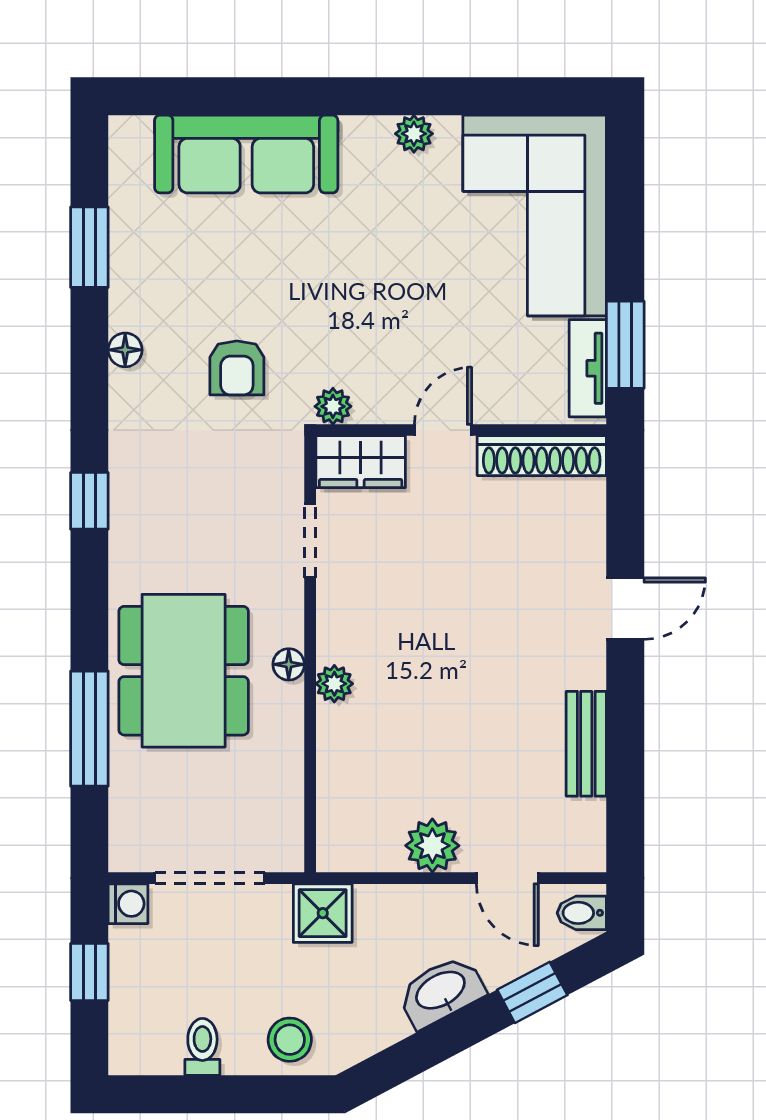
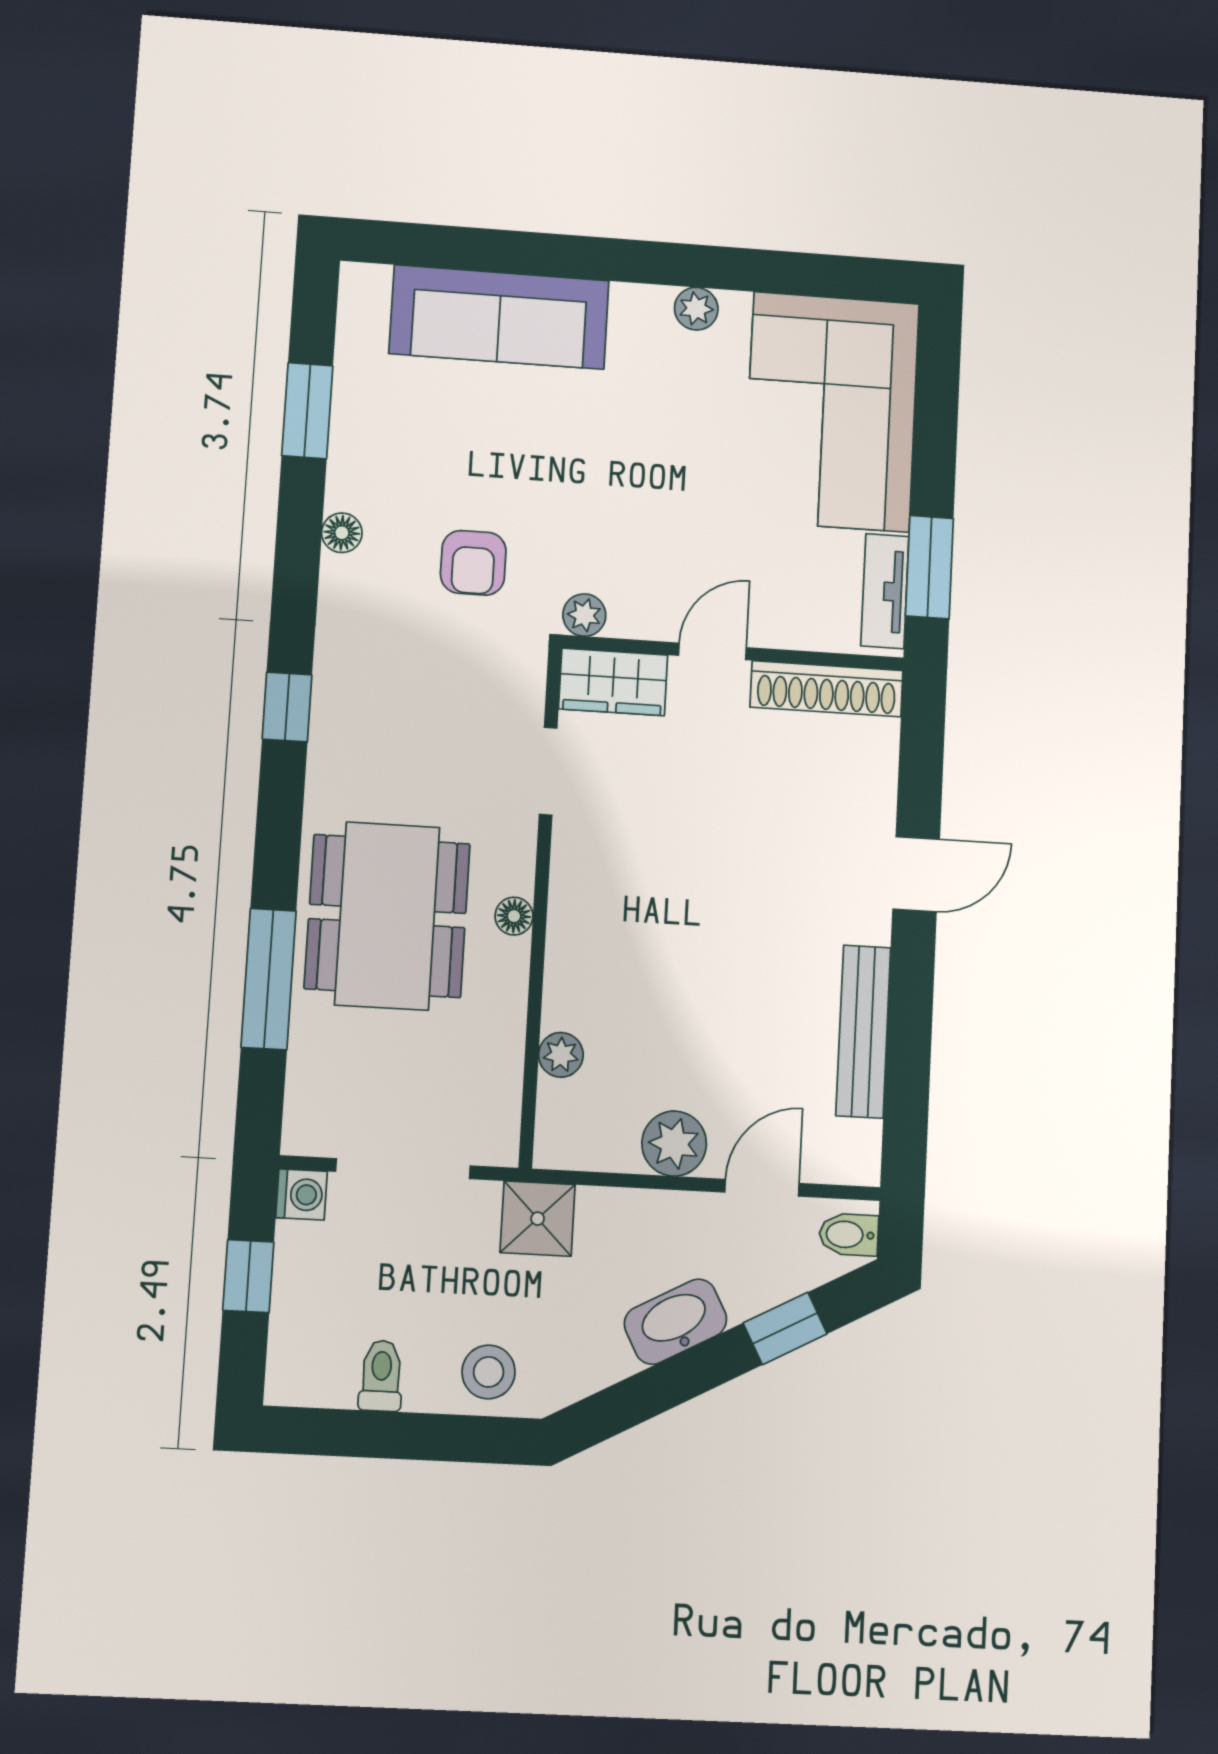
plant: (334, 684) -> (561, 1055), moved
bench: (586, 744) -> (863, 1032), width x1.36
door: (507, 878) -> (762, 1188), swing flipped

